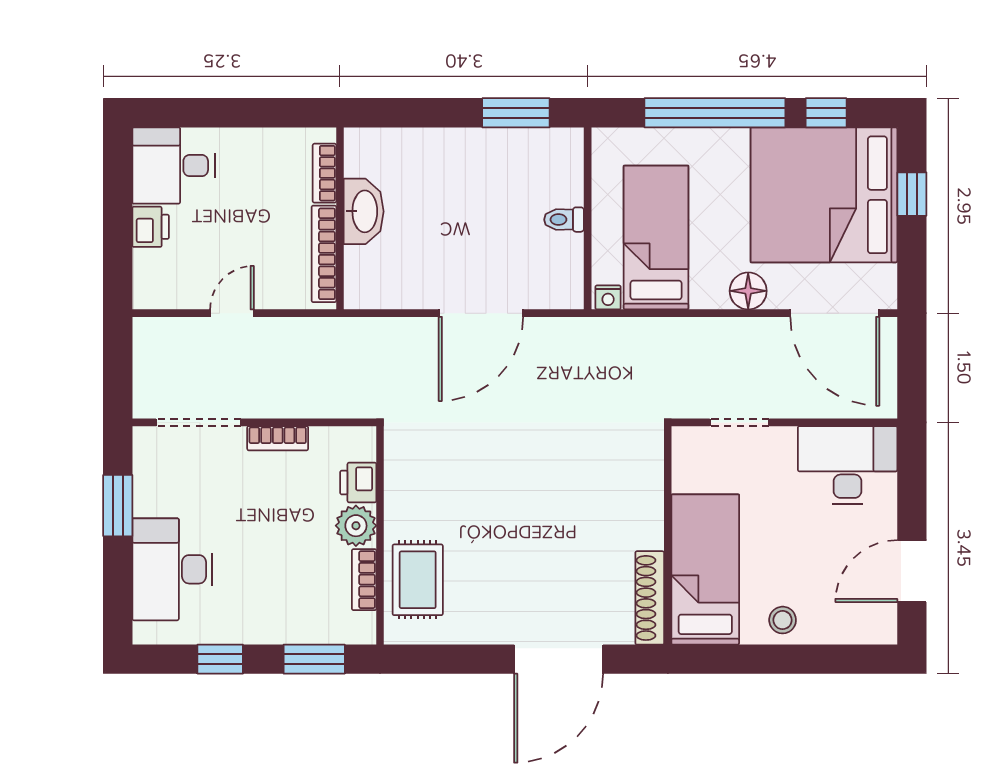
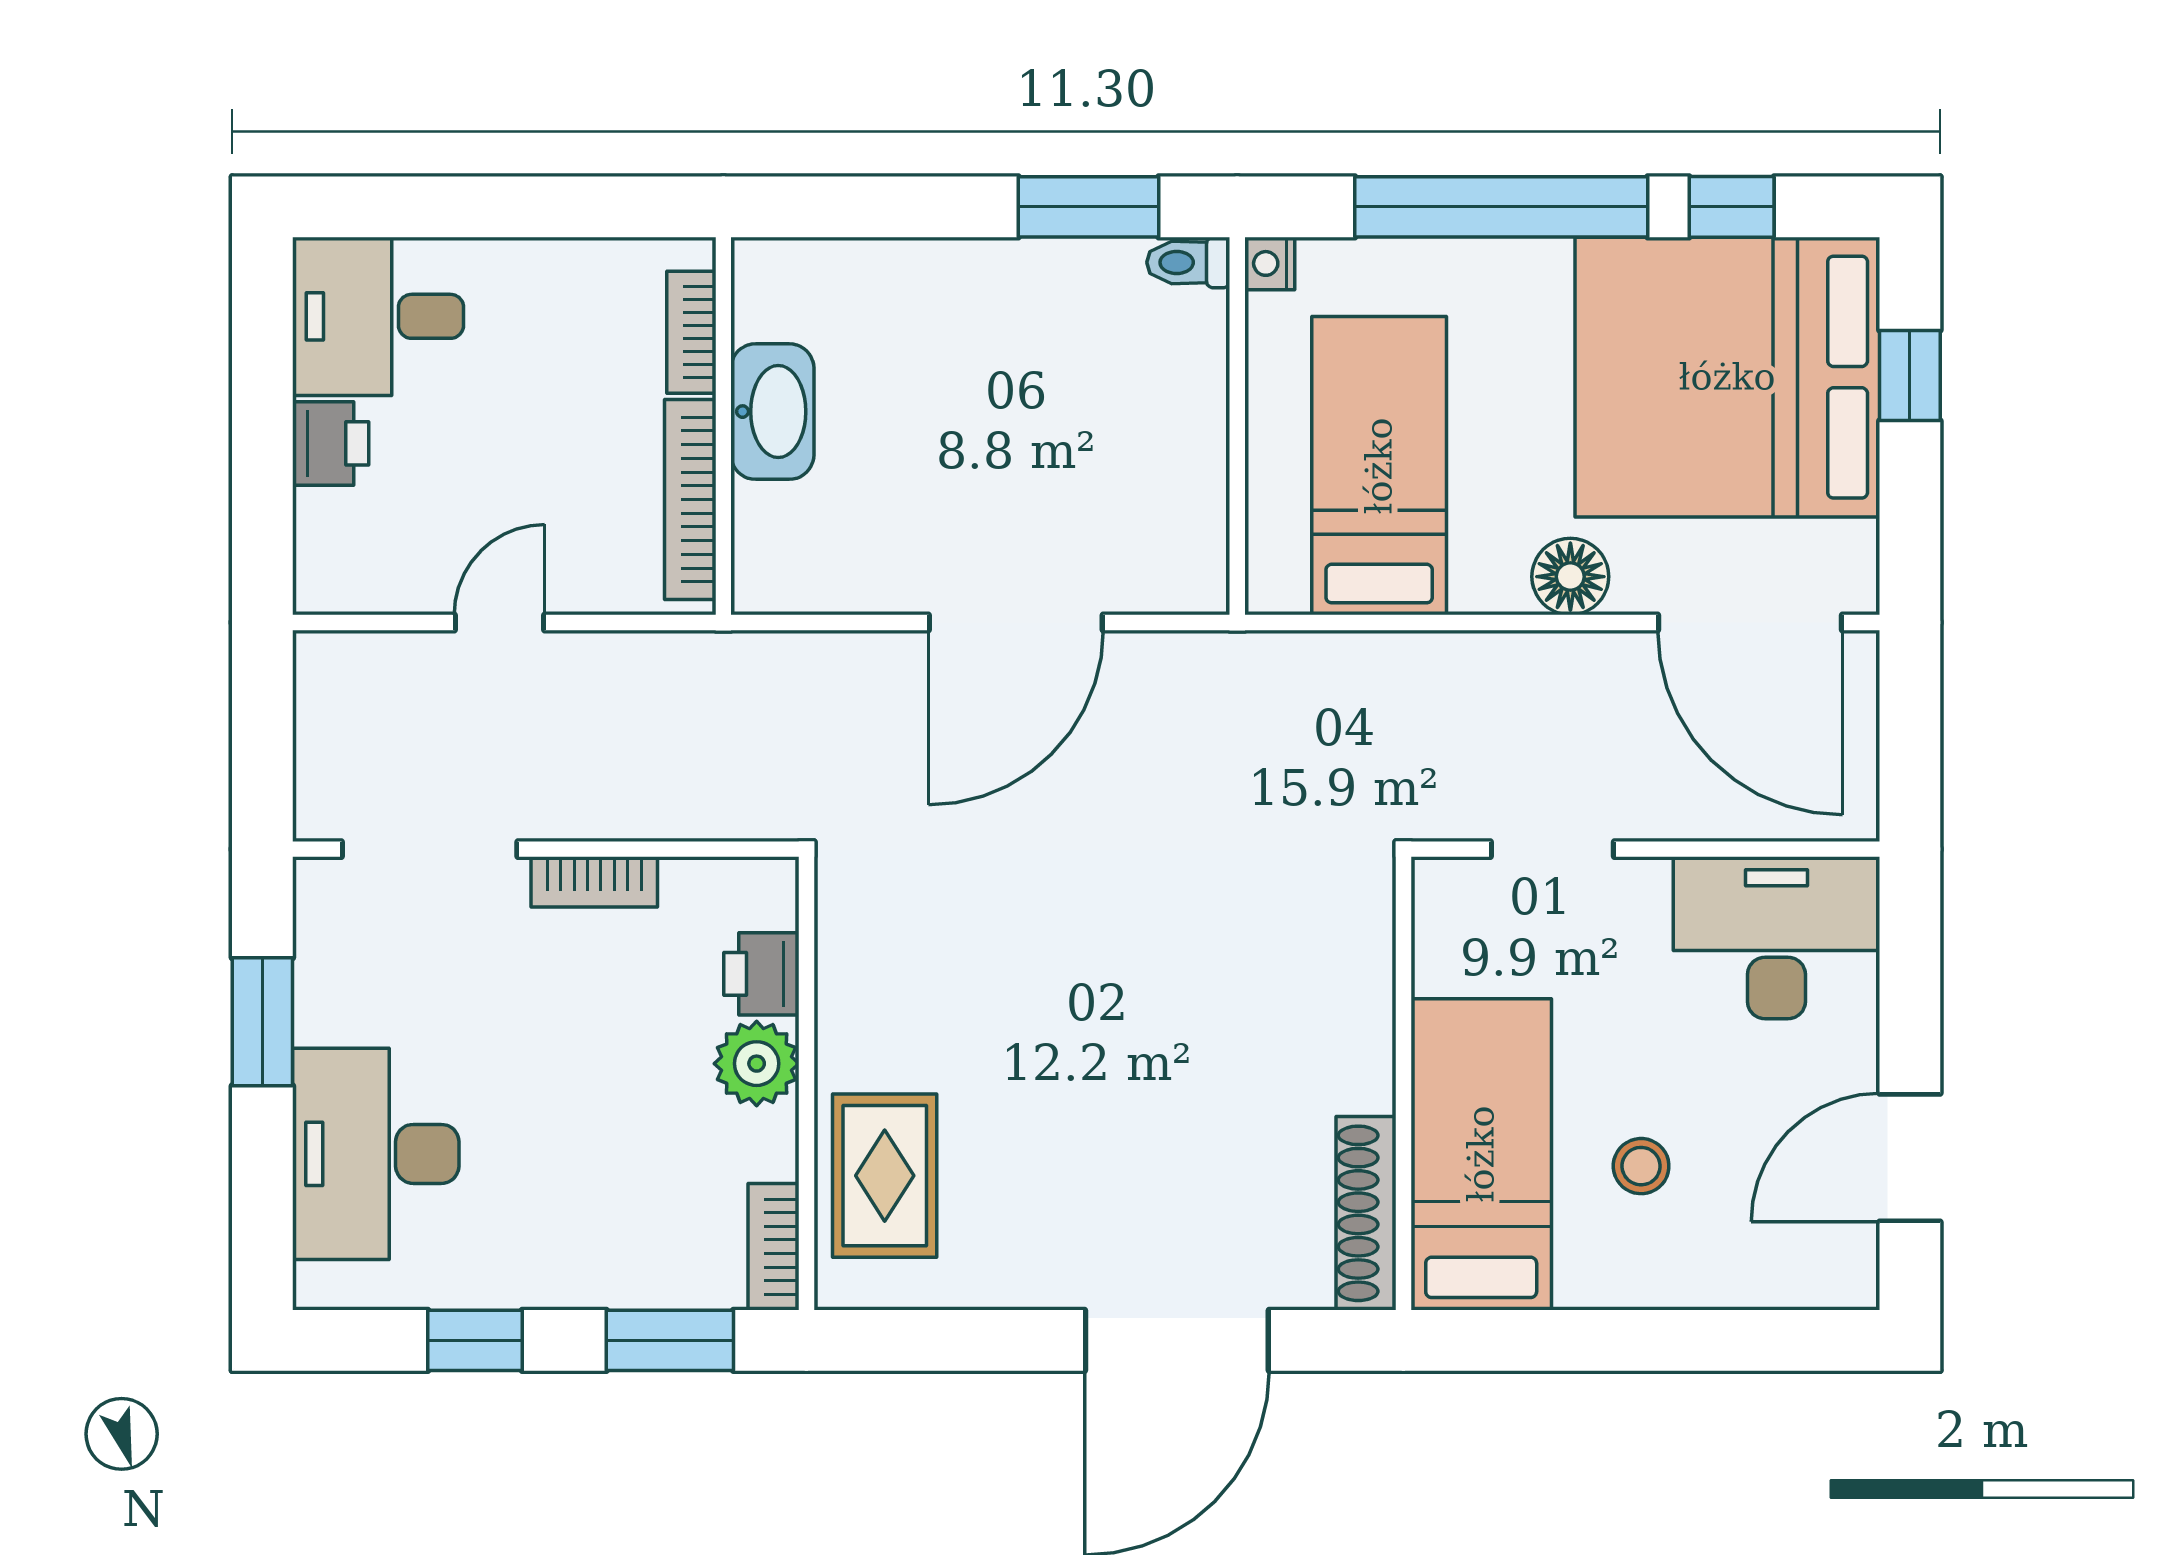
toilet: (564, 220) -> (1188, 262), moved
nightstand: (608, 297) -> (1270, 263), moved, turned 90
bookcase: (364, 580) -> (774, 1247), moved
stool: (783, 620) -> (1641, 1166), moved

